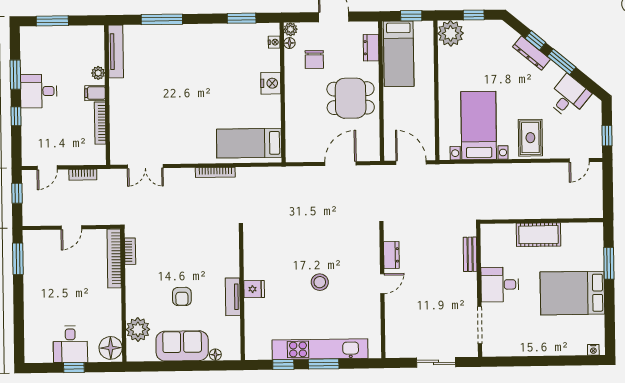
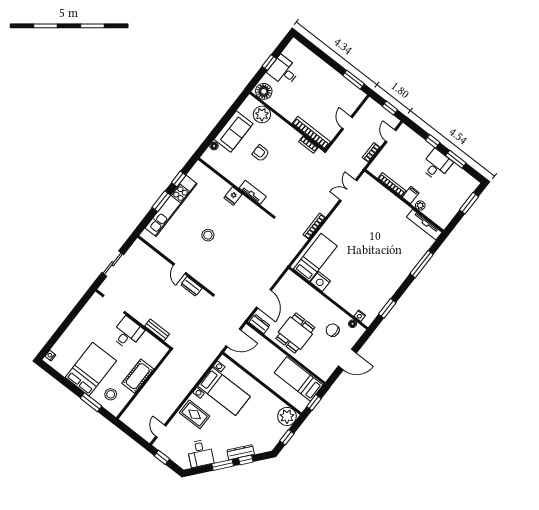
plant: (291, 29) -> (360, 330), removed
dresser: (371, 48) -> (259, 324), moved
nightstand: (271, 83) -> (320, 281), moved
stool: (583, 249) -> (111, 394), added
tv unit: (233, 297) -> (253, 192), moved

